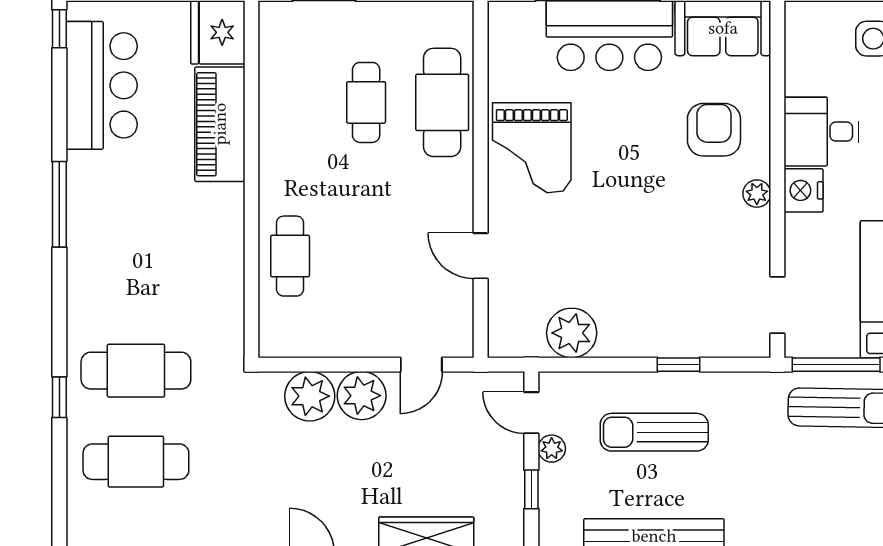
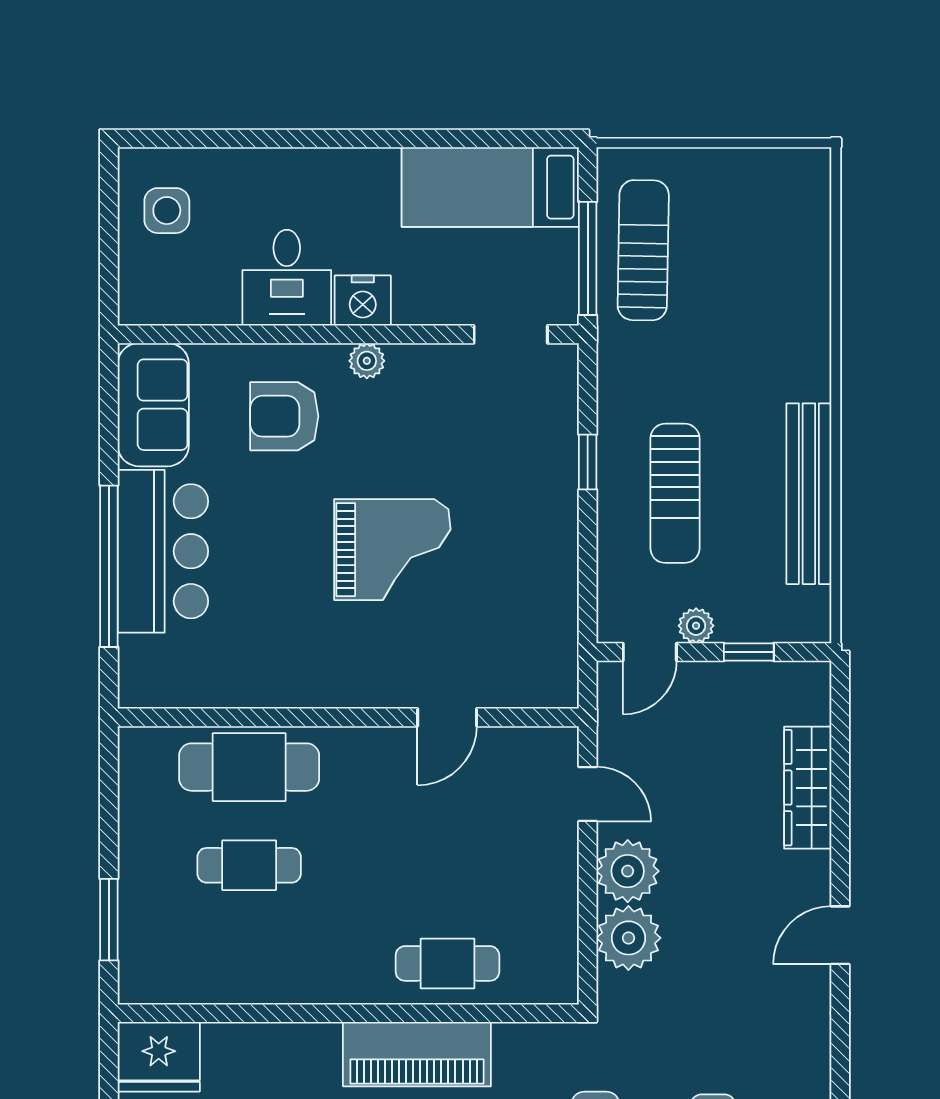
piano: (220, 124) -> (417, 1054), moved
grand piano: (532, 148) -> (392, 550), moved
plant: (572, 333) -> (547, 600), removed

